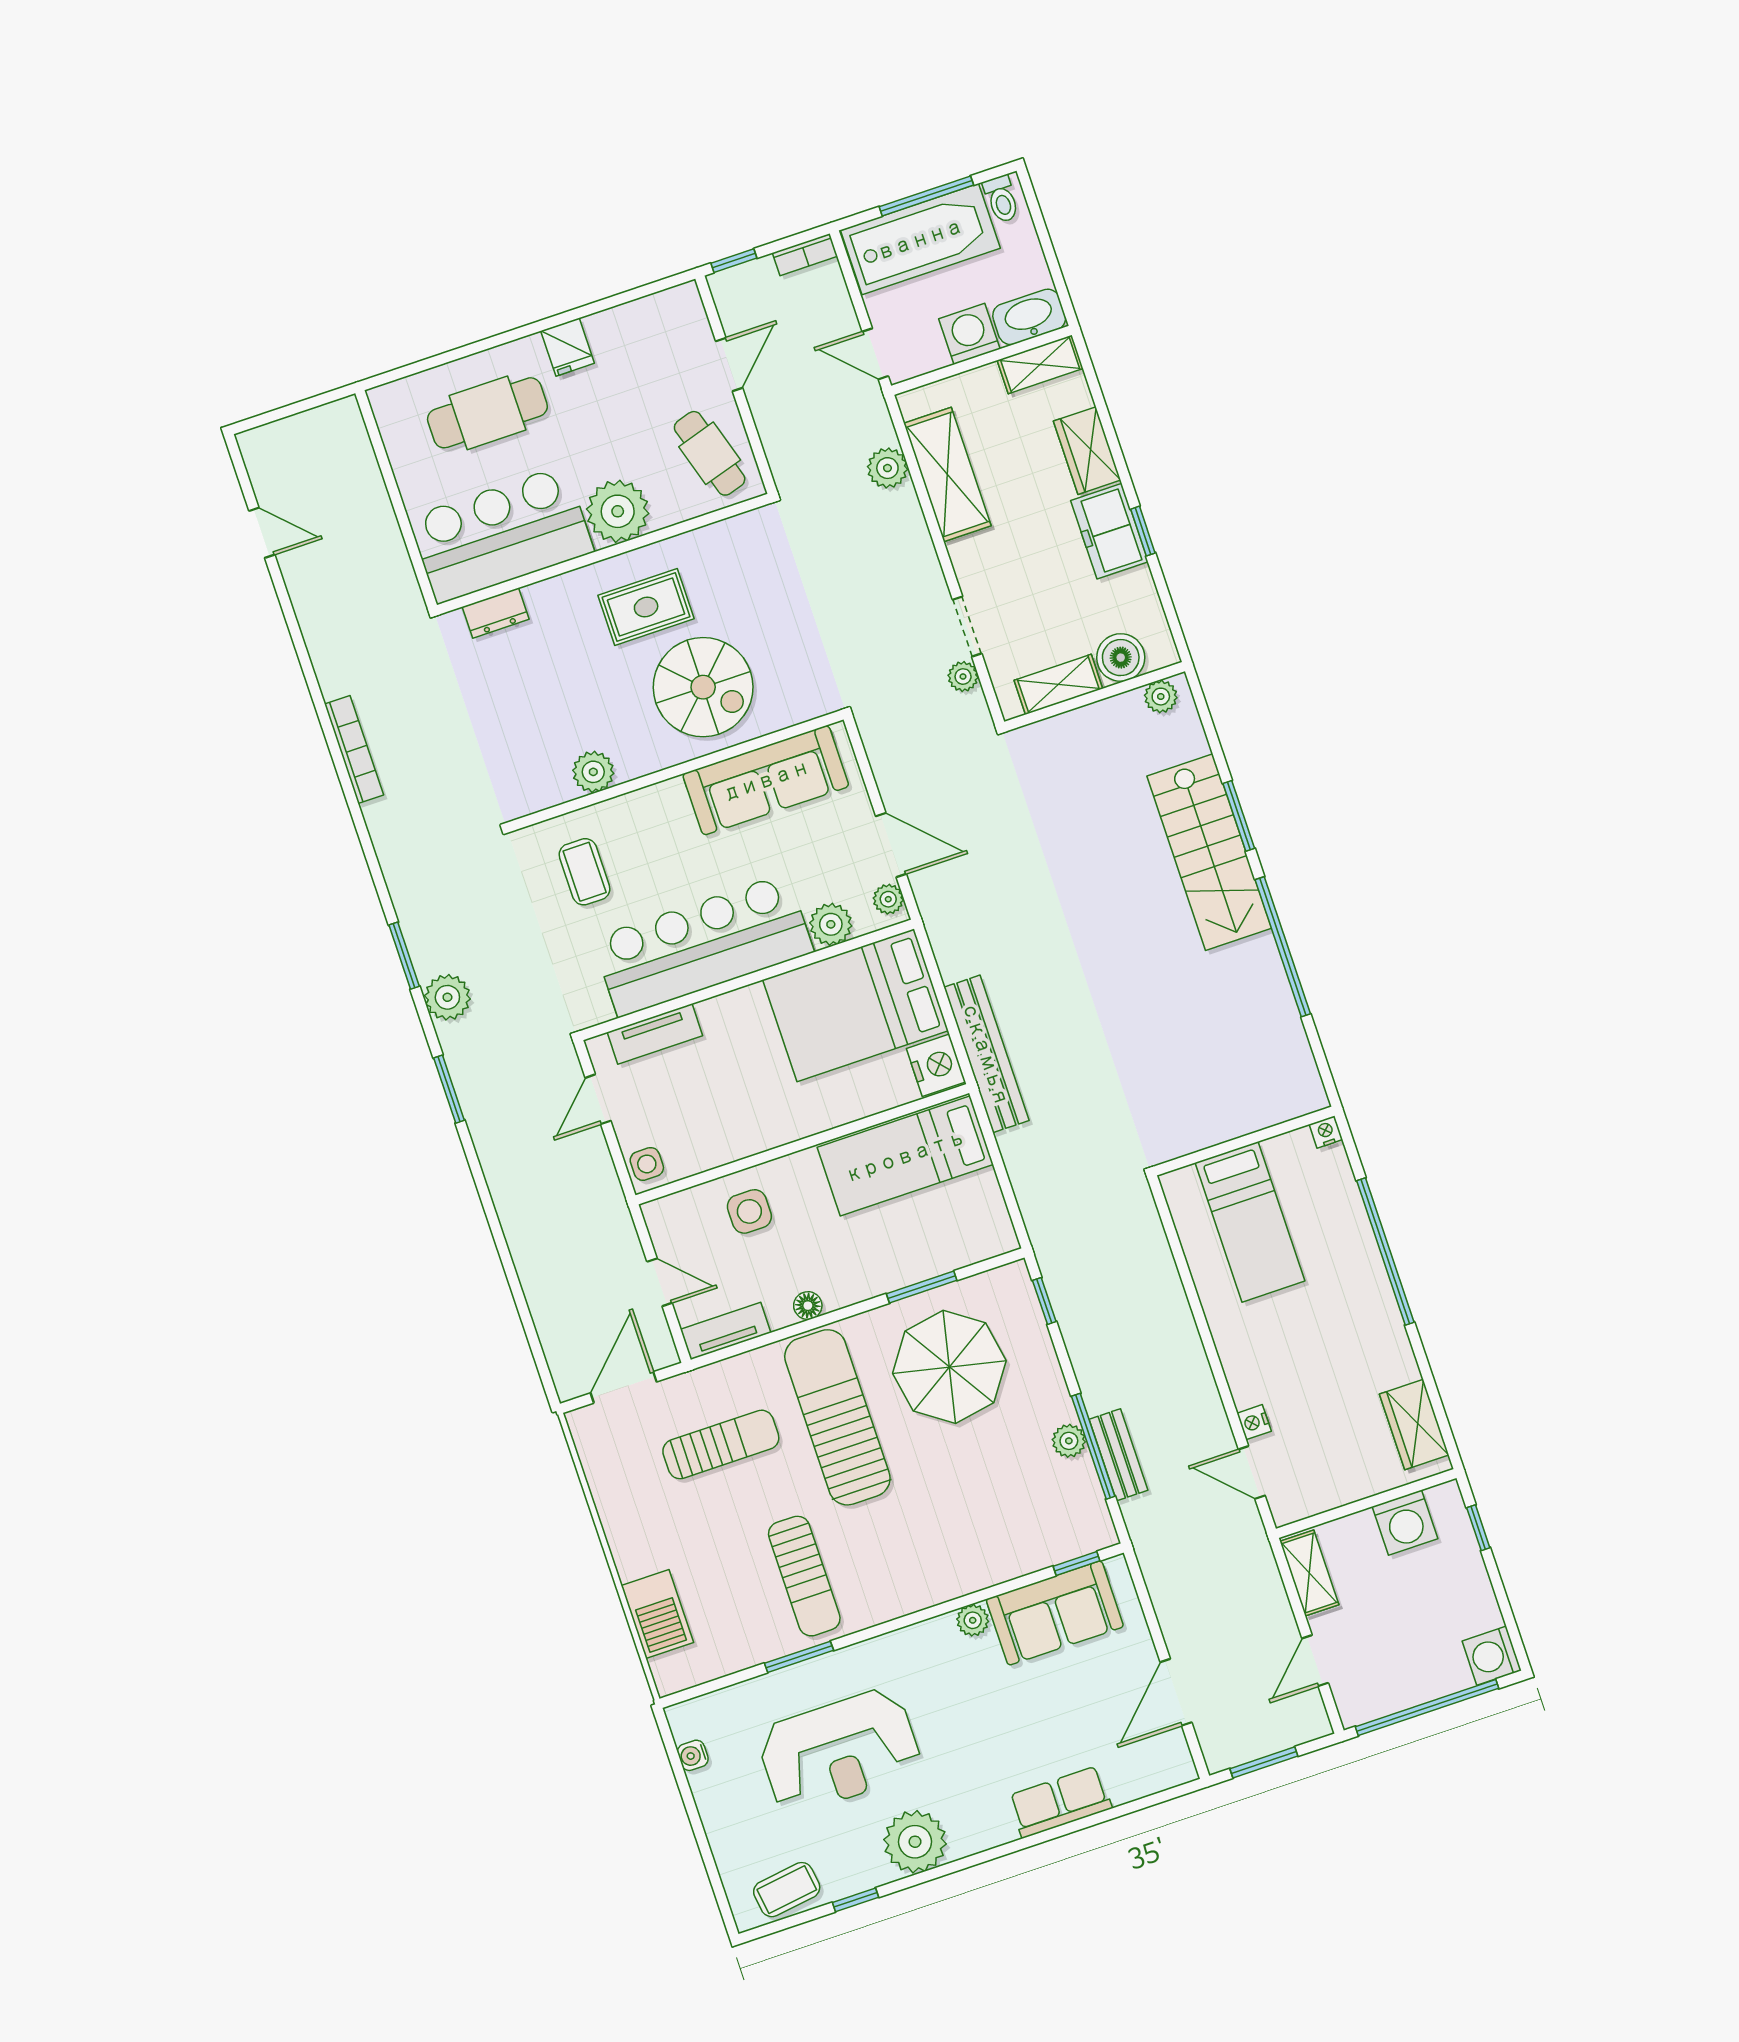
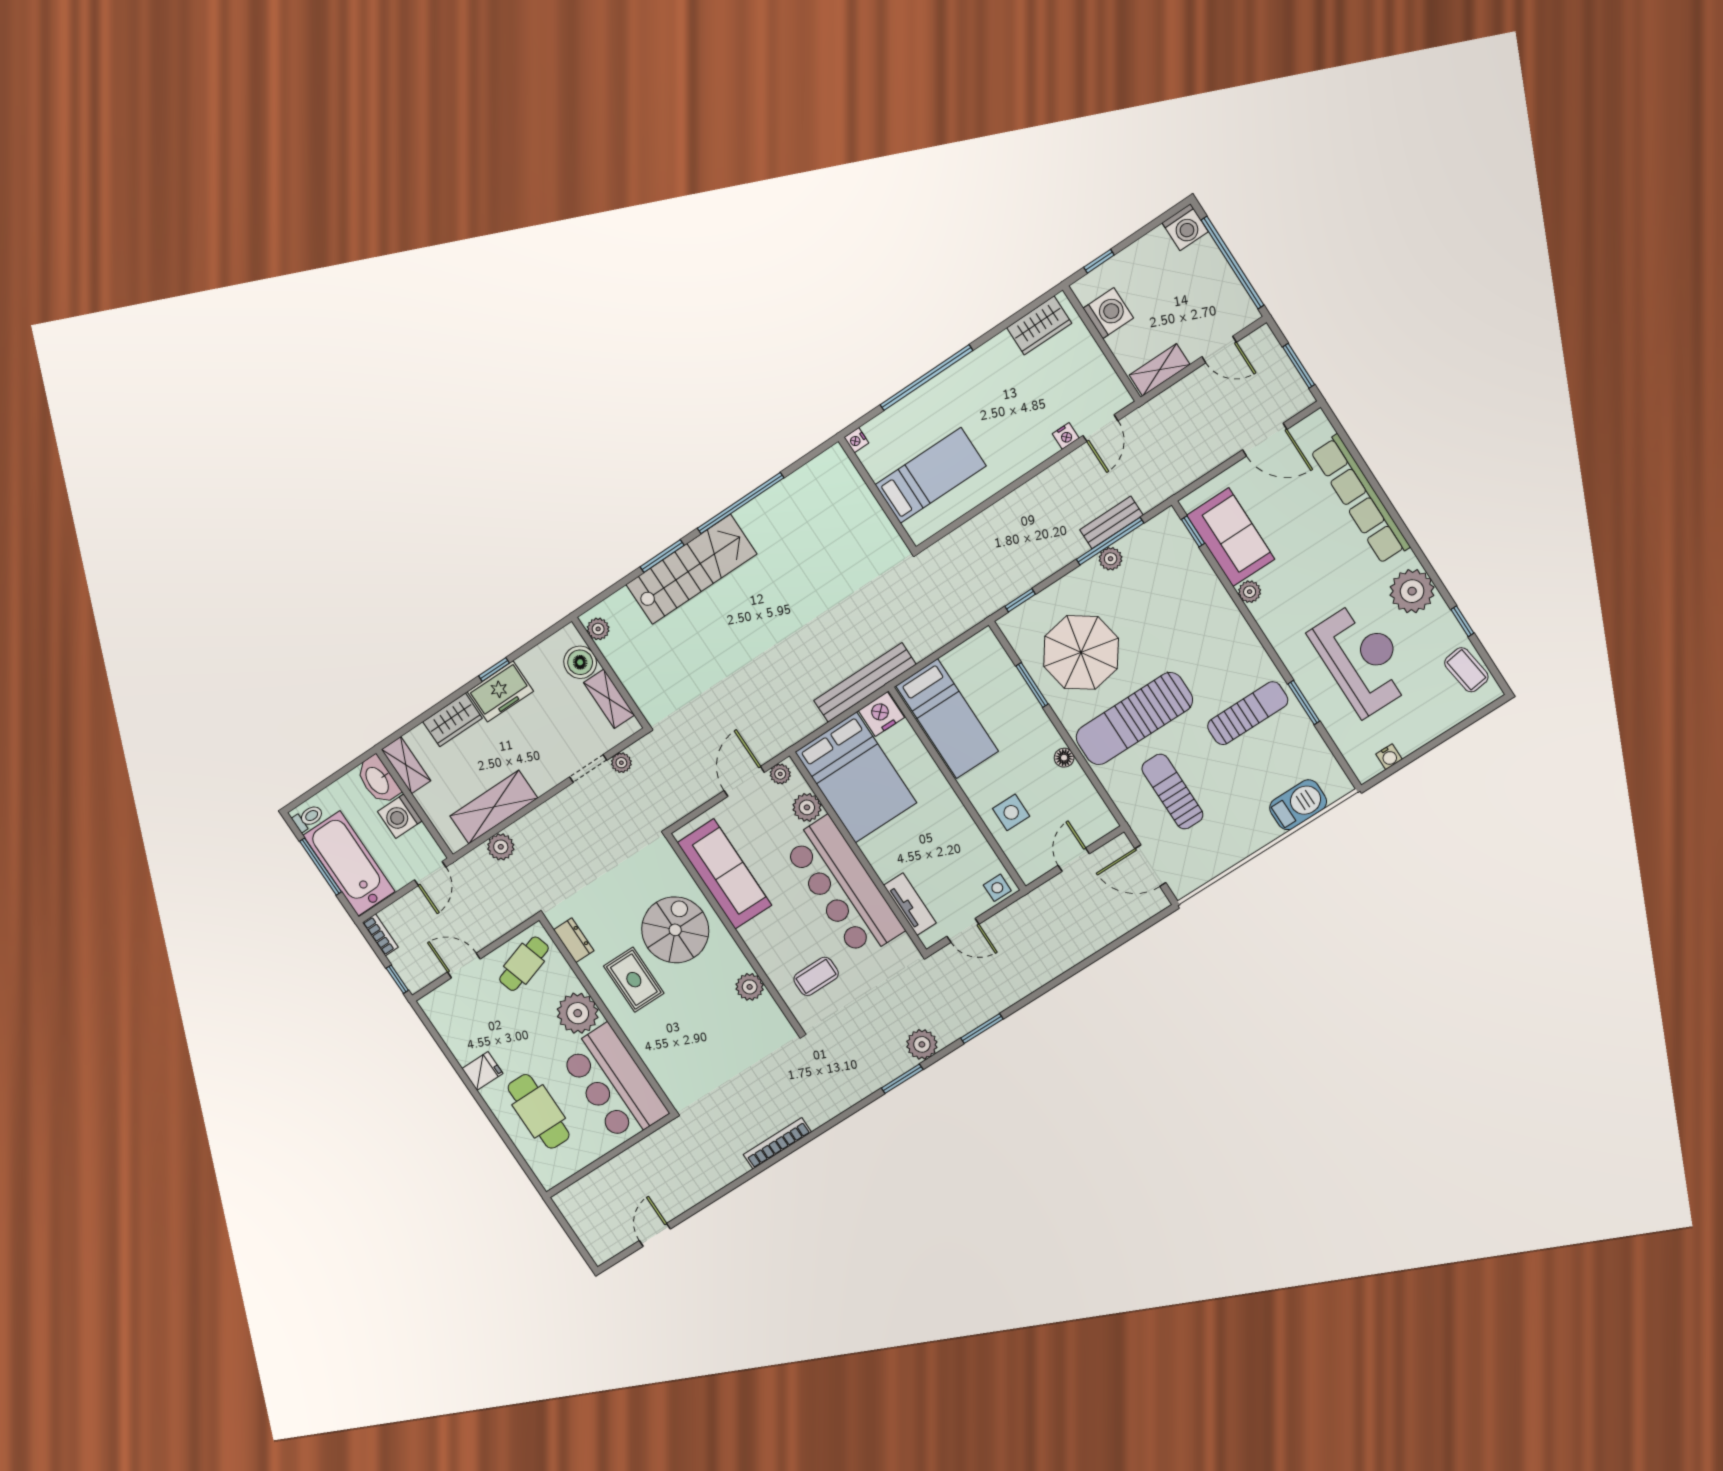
dresser: (496, 613) -> (574, 940), moved
tv unit: (726, 1331) -> (1095, 808), removed
row of seats: (1060, 1802) -> (1360, 499), width x2.02

